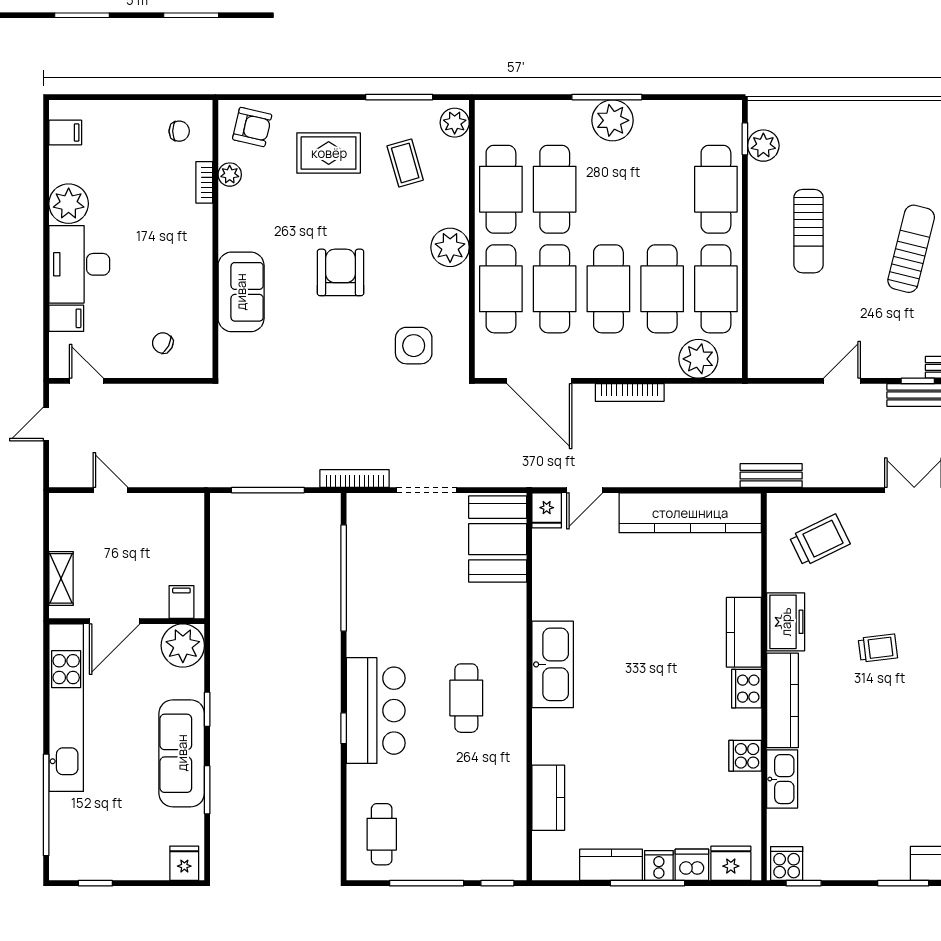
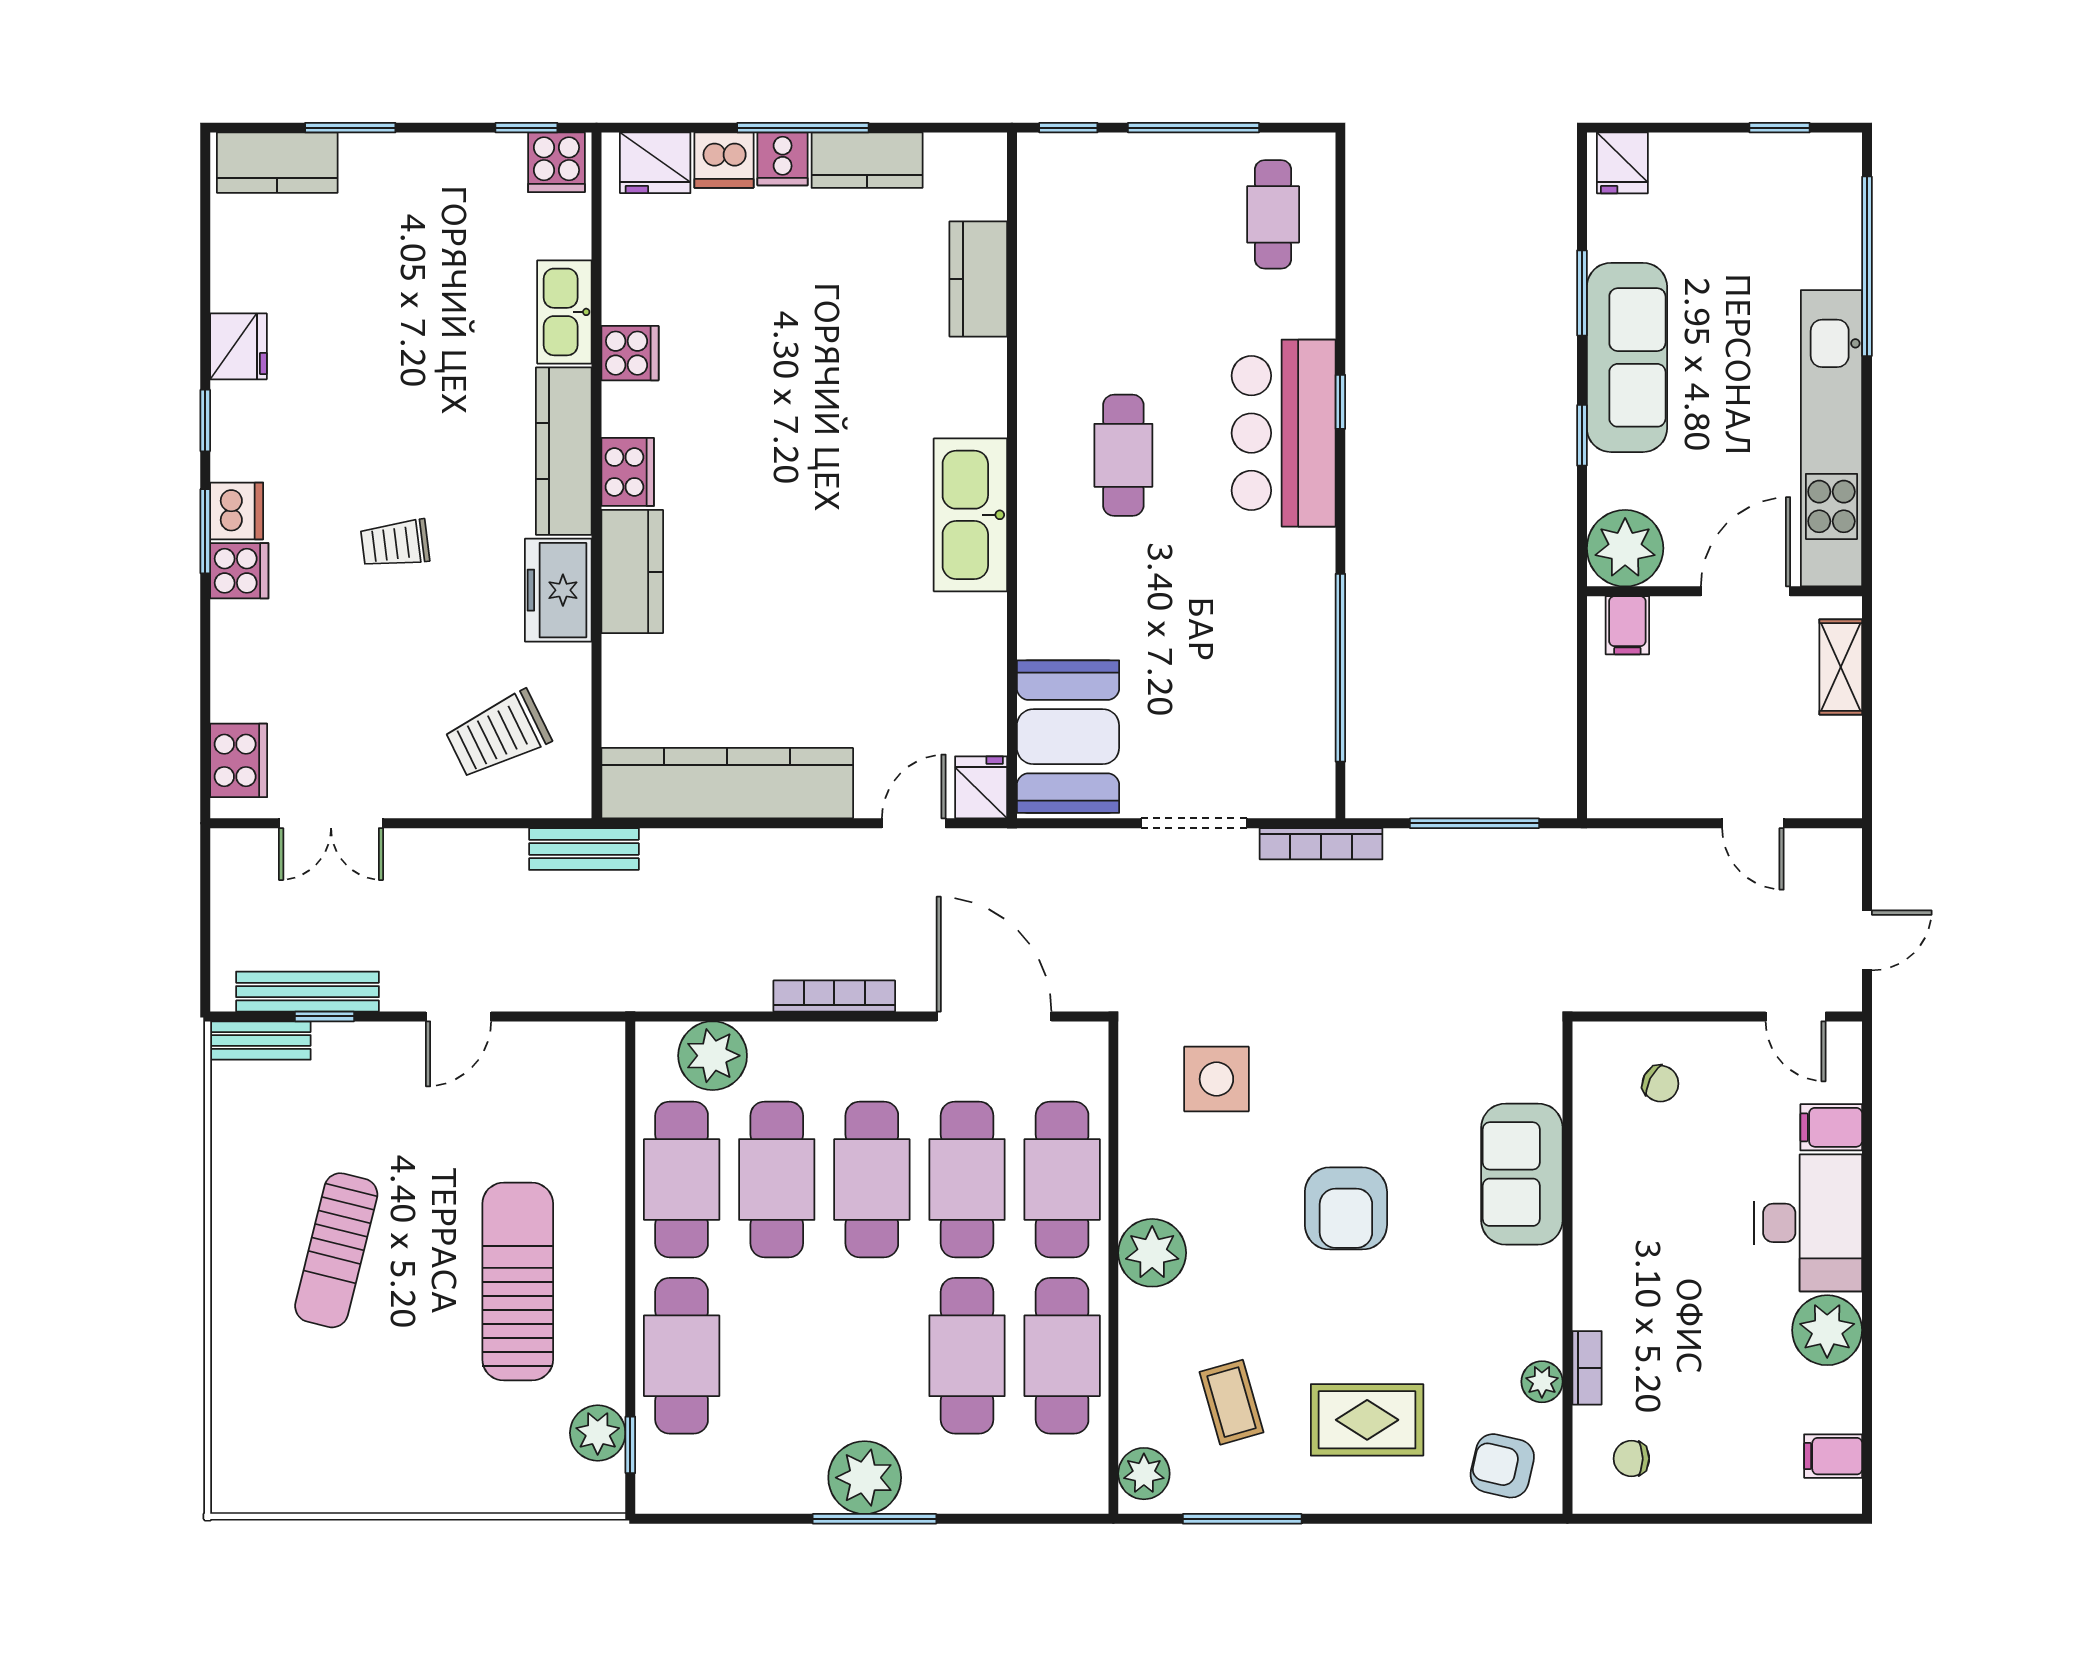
sun lounger: (809, 231) -> (518, 1282), width x1.36, depth x1.34

